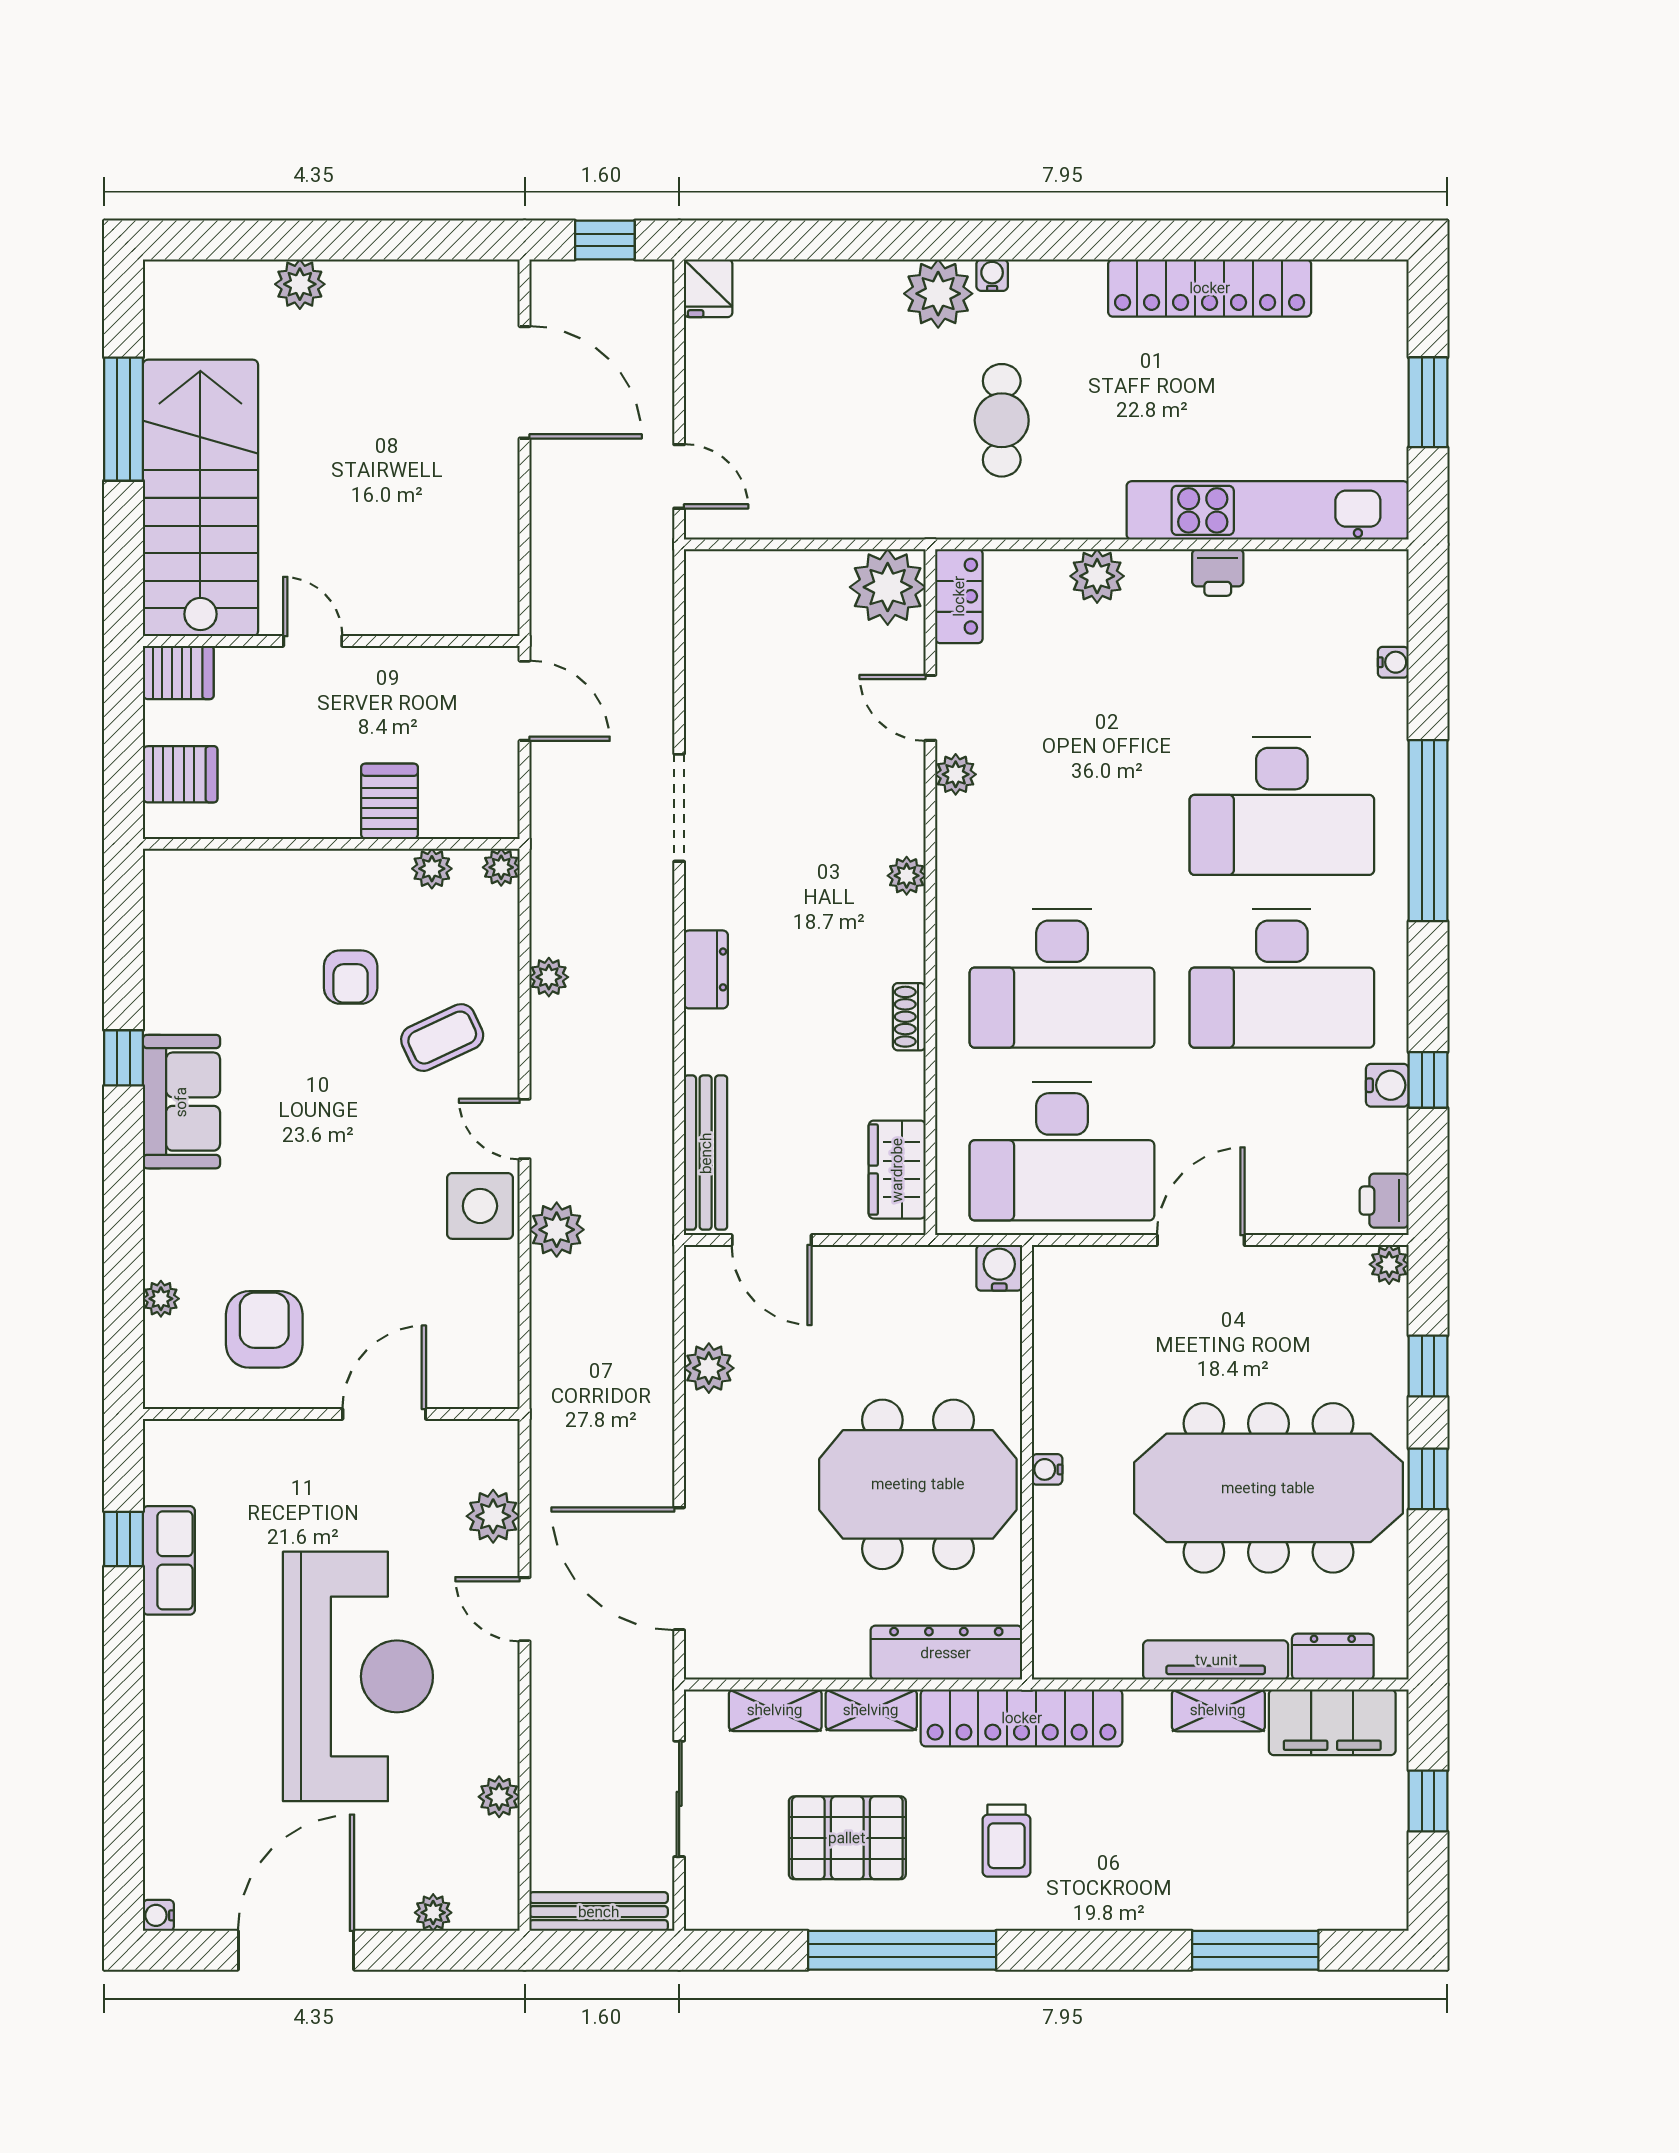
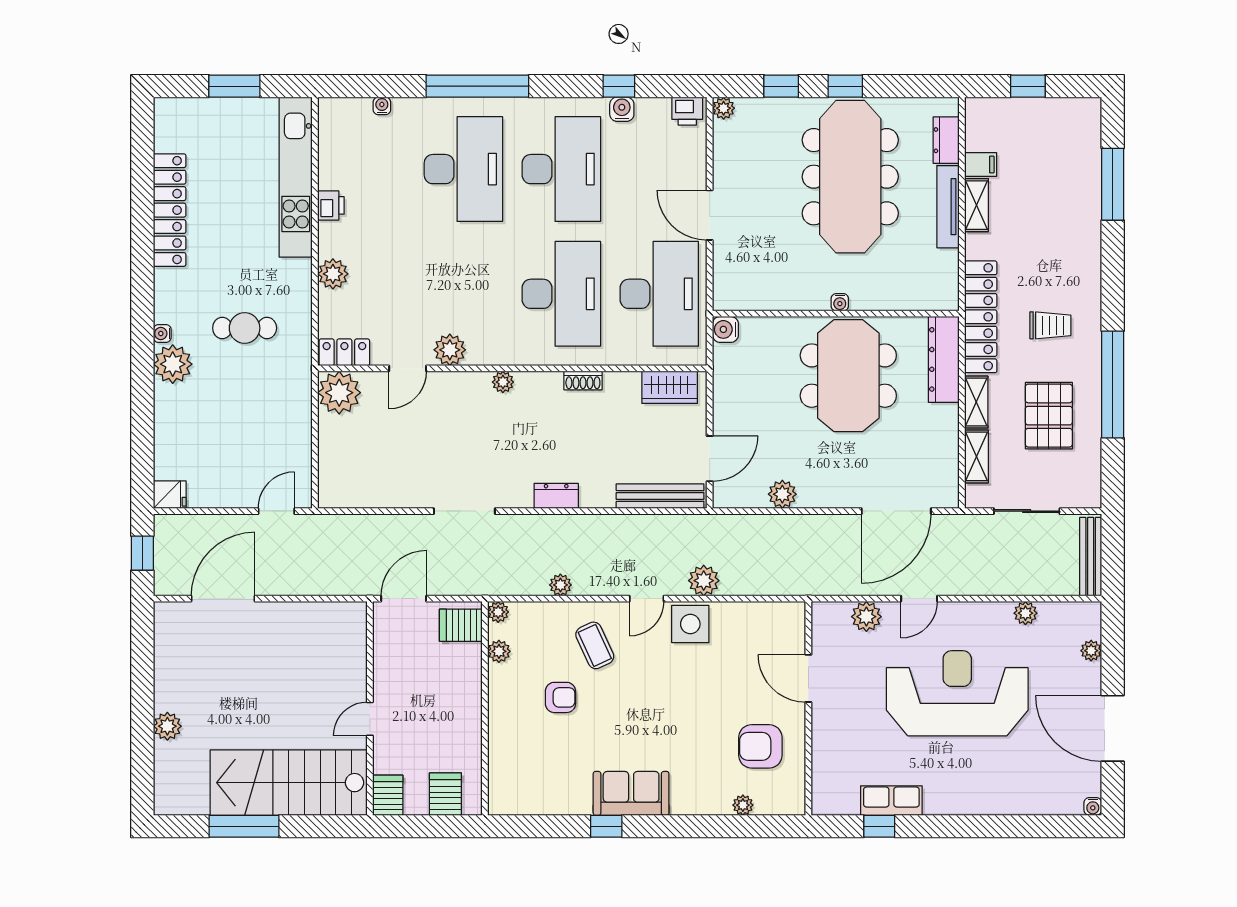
plant: (956, 774) -> (450, 350), width x1.38, depth x1.38
server rack: (390, 801) -> (461, 625), moved
filing cabinet: (1332, 1722) -> (981, 165), width x0.33, depth x0.86

